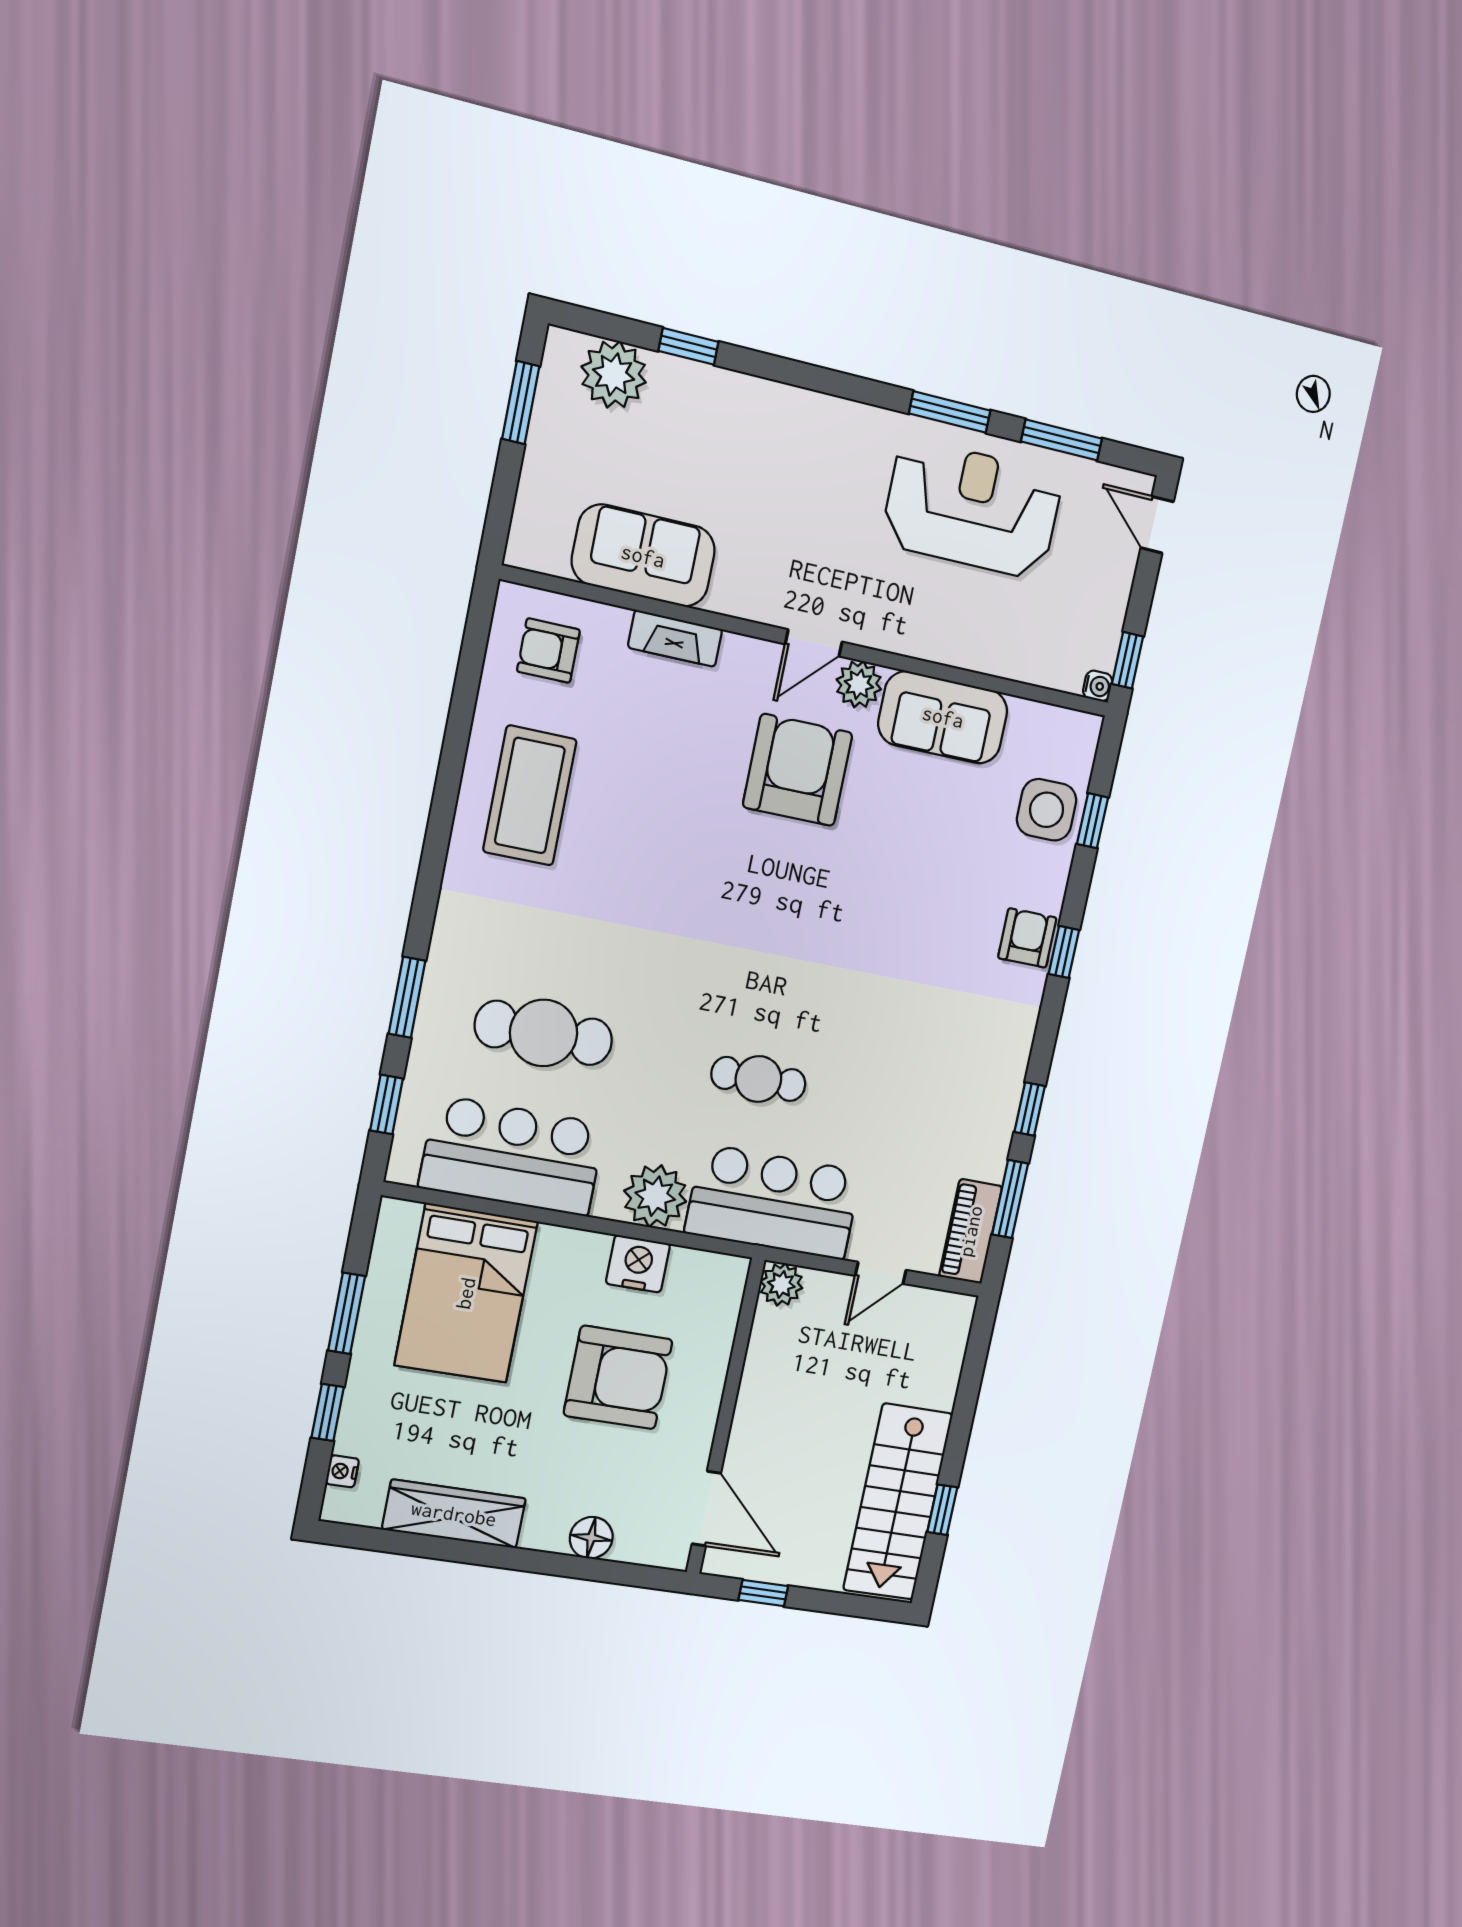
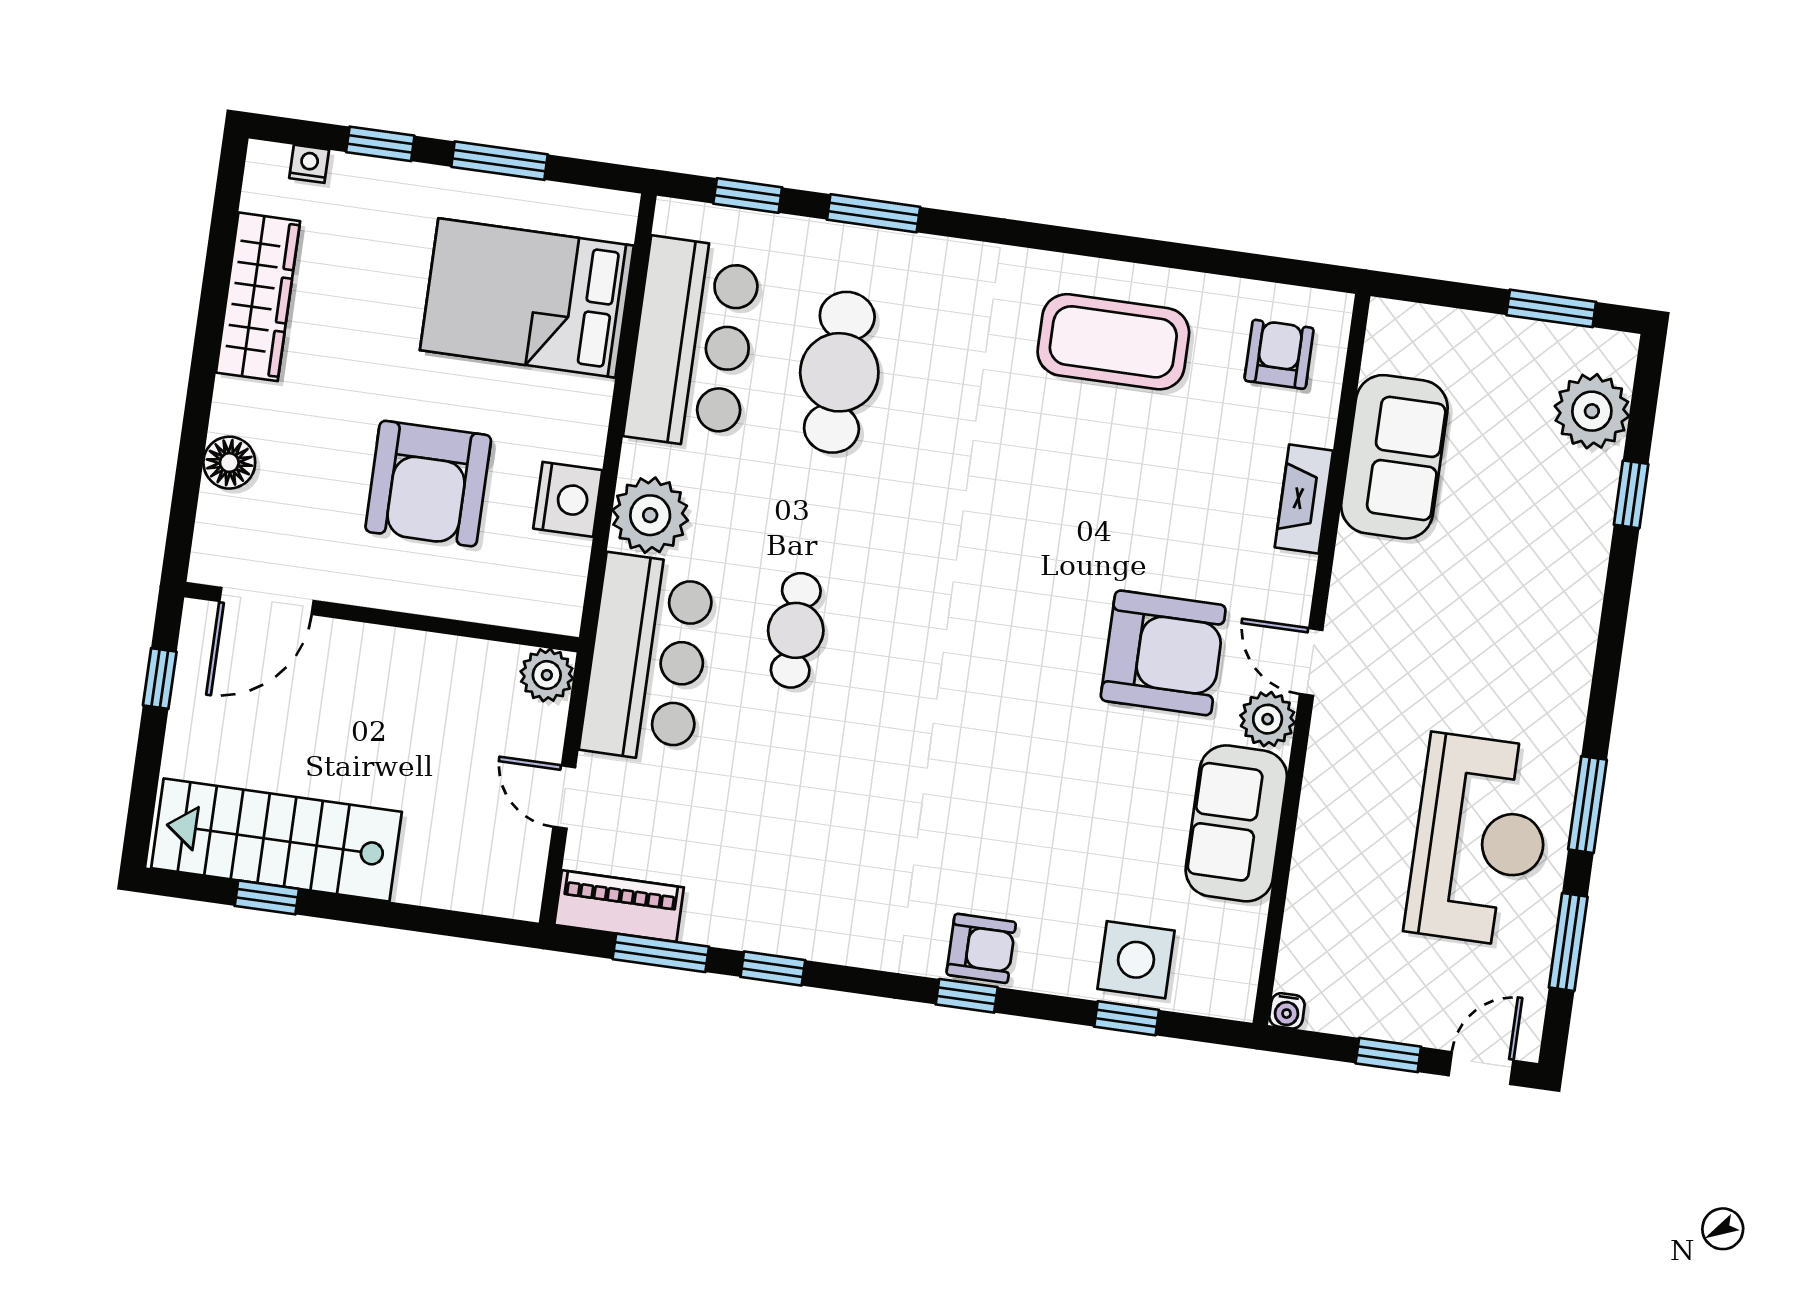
window: (1128, 660) -> (1388, 1055), moved

